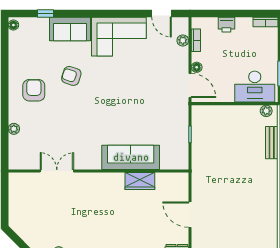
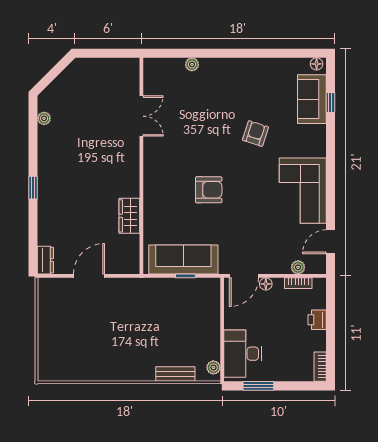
sofa: (70, 29) -> (312, 99), moved
armchair: (34, 90) -> (209, 190), moved
sofa: (131, 157) -> (183, 260), moved, turned -90

